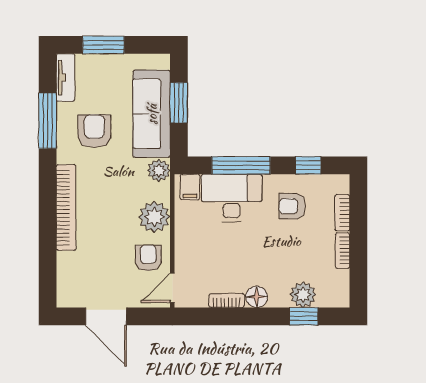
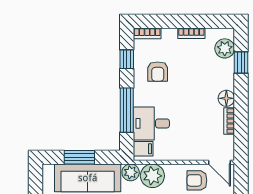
desk: (232, 198) -> (151, 123), width x0.73
bookcase: (342, 213) -> (147, 33), moved
plant: (154, 217) -> (152, 176), moved
plant: (303, 295) -> (225, 48), moved

